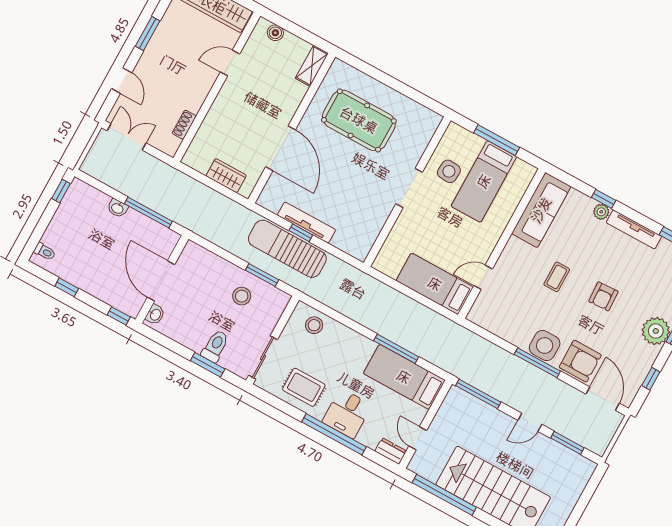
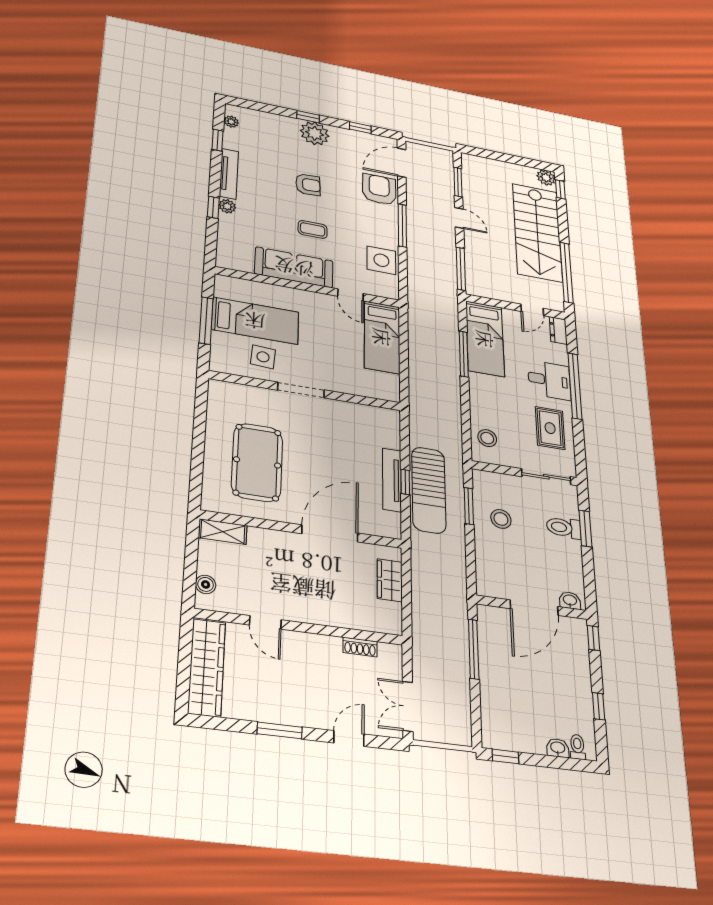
washbasin: (117, 208) -> (558, 748), moved, turned -90
sofa: (541, 210) -> (294, 267), moved
side table: (545, 345) -> (381, 260), moved

